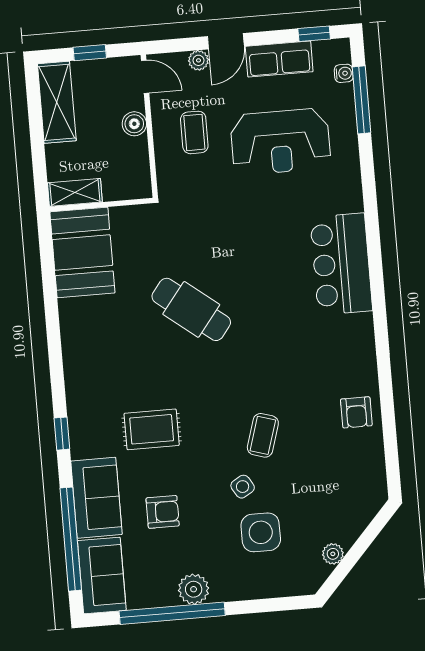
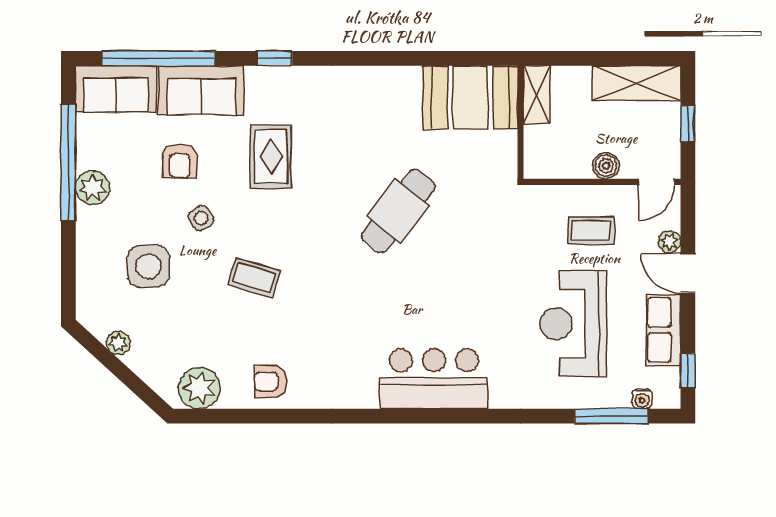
plant: (368, 477) -> (199, 388), added
side table: (243, 487) -> (201, 218), moved

